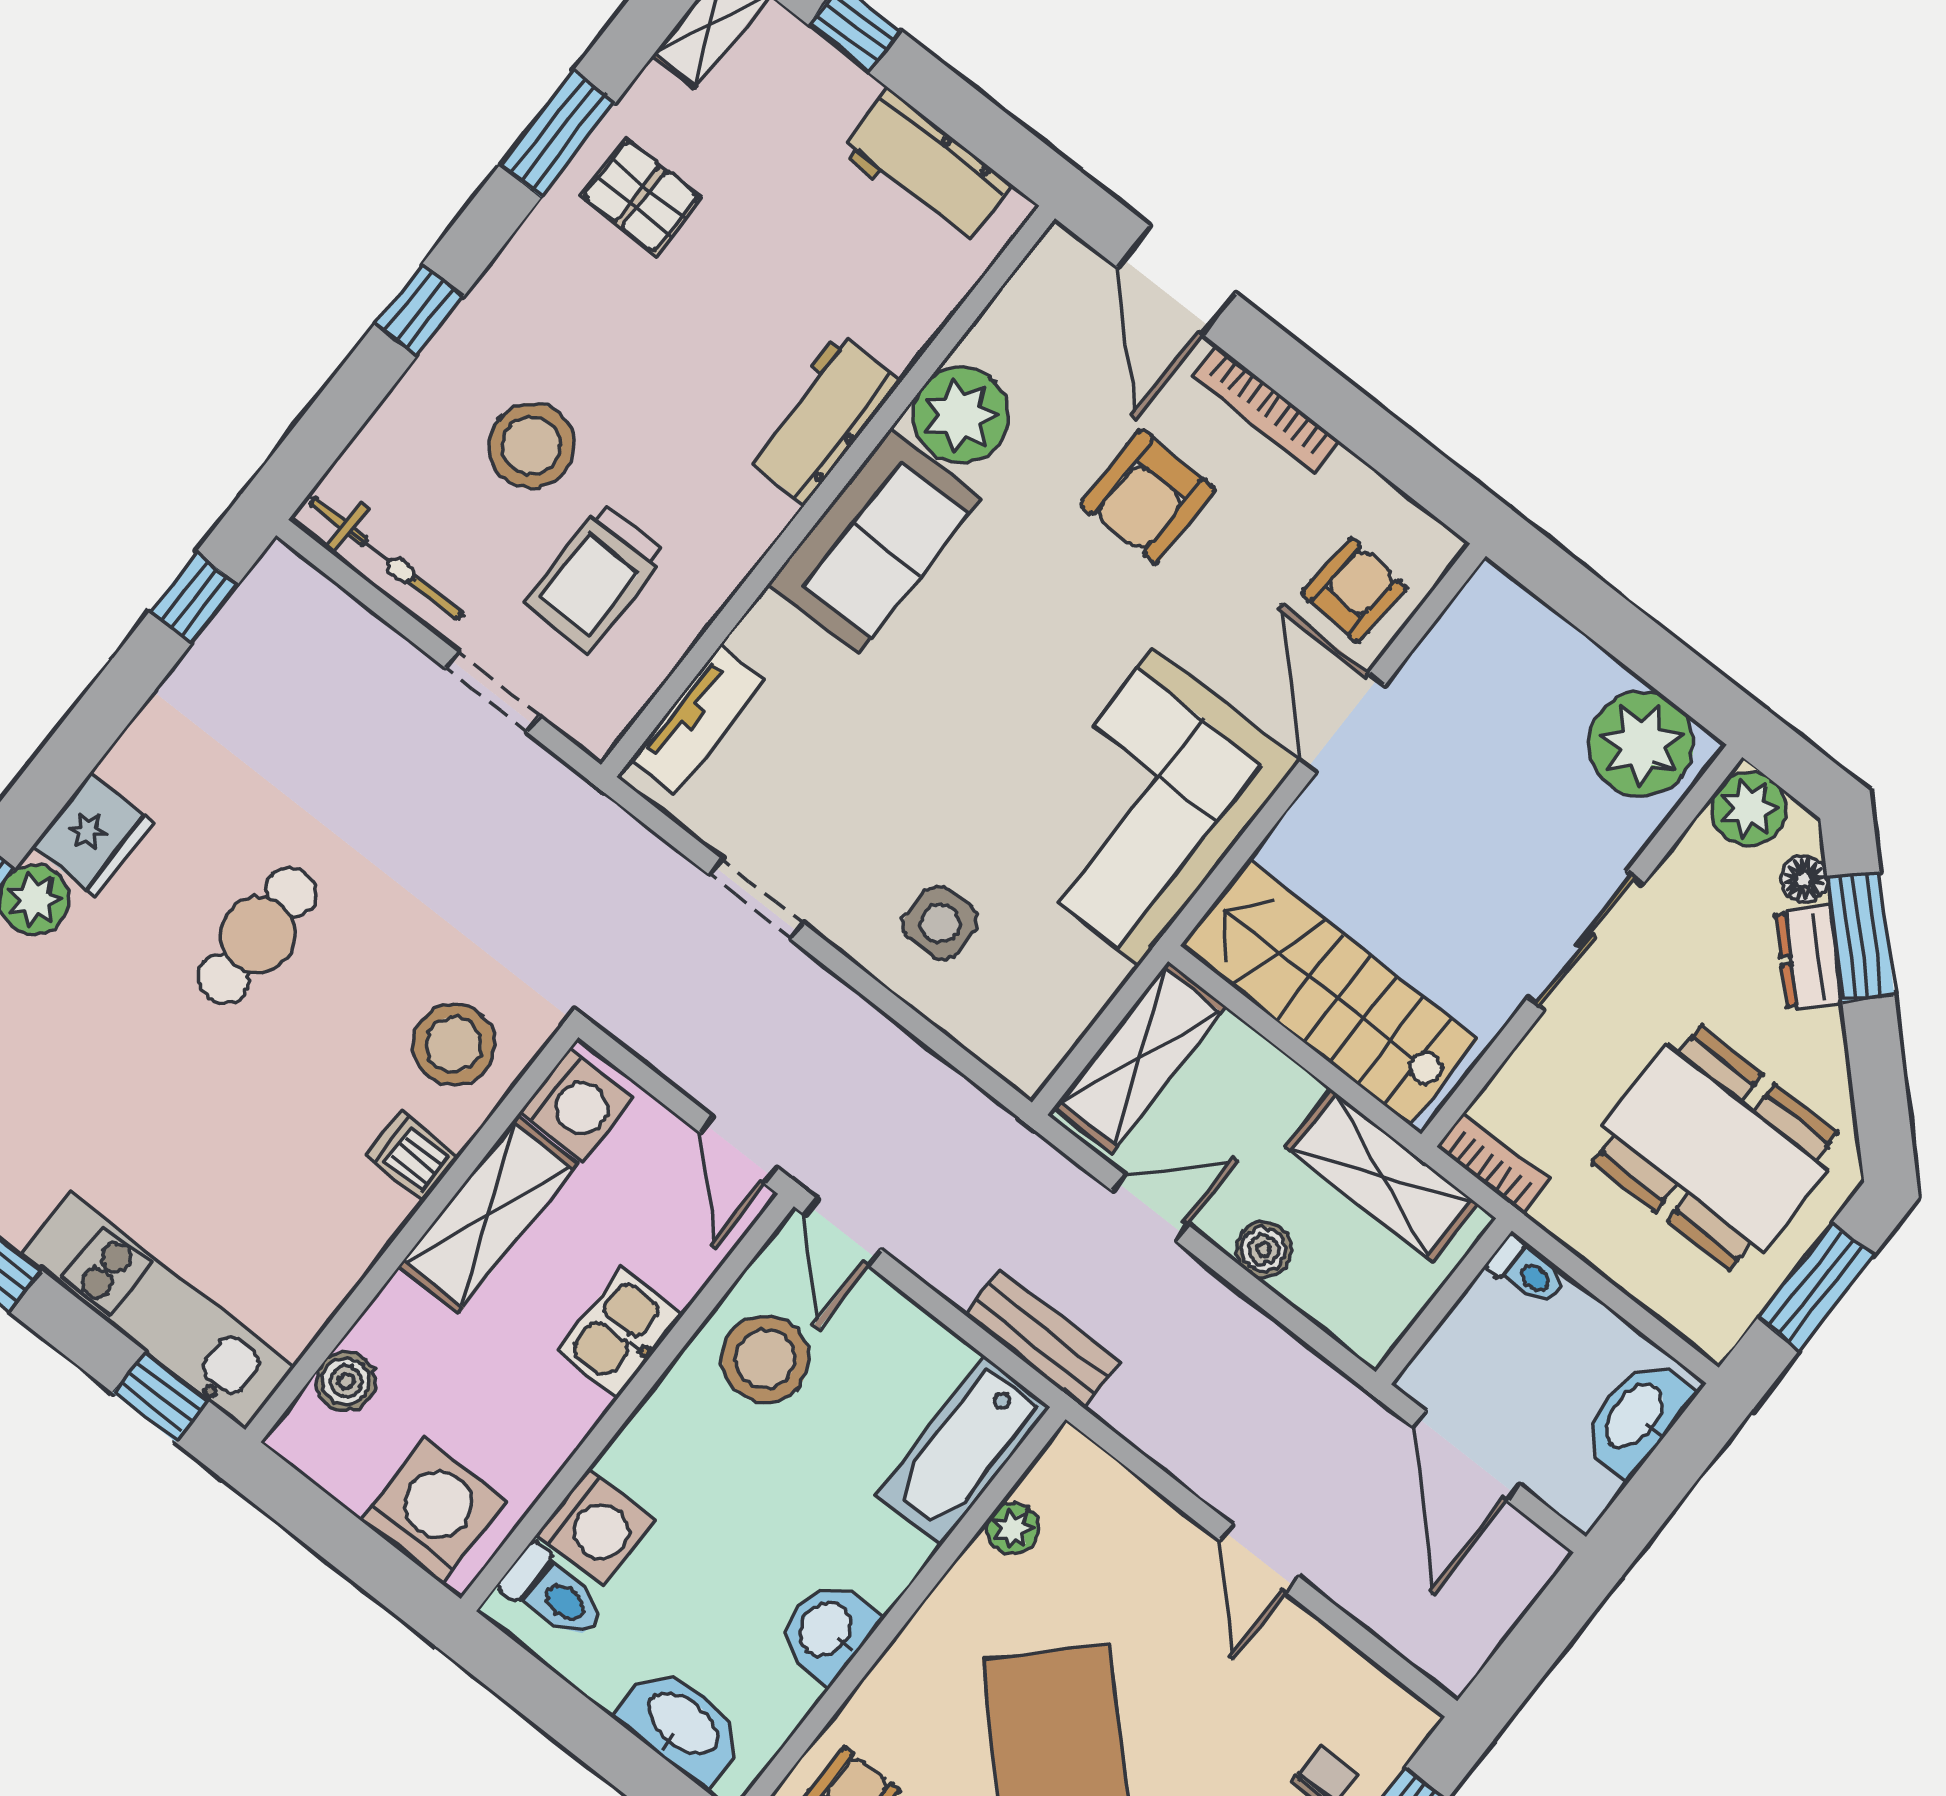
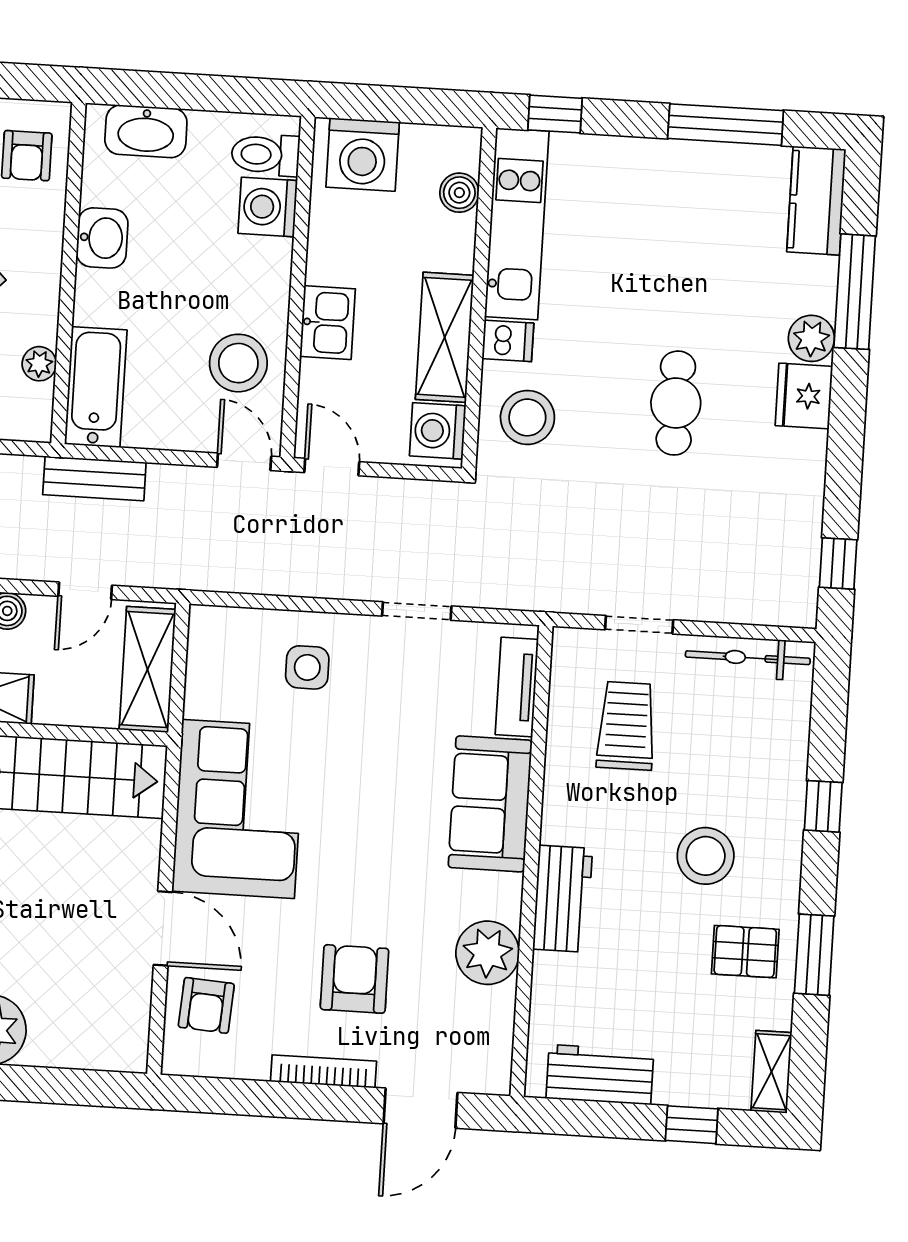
door: (1177, 280) -> (420, 1108), swing flipped
stool: (531, 446) -> (706, 856), moved
sofa: (874, 541) -> (490, 804), moved
kitchen unit: (158, 1311) -> (517, 224), moved, turned -90

